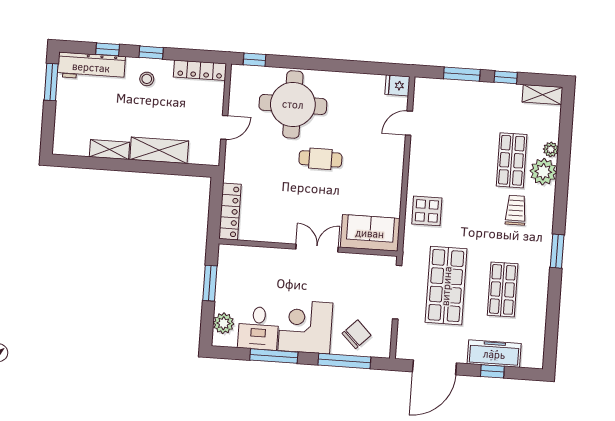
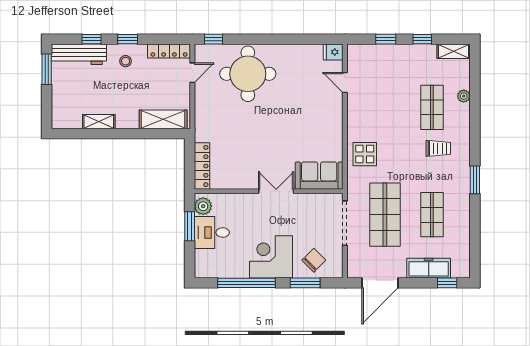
window: (462, 74) -> (386, 39), width x0.67
door: (409, 123) -> (345, 82), hinge flipped
door: (224, 127) -> (192, 73), moved
shelving: (159, 150) -> (163, 119), moved
cafe table: (320, 159) -> (274, 117), removed
plant: (543, 172) -> (459, 115), removed
trolley: (516, 210) -> (438, 148), turned 90
plant: (223, 323) -> (203, 206), moved
desk: (258, 328) -> (212, 232), moved, turned 90
window: (274, 356) -> (247, 283), width x1.46
window: (344, 361) -> (305, 283), width x0.69
window: (492, 371) -> (447, 283), moved

